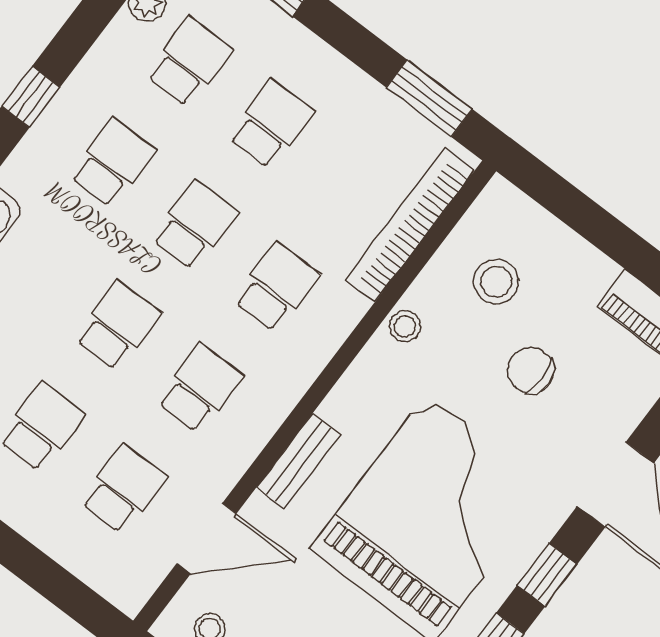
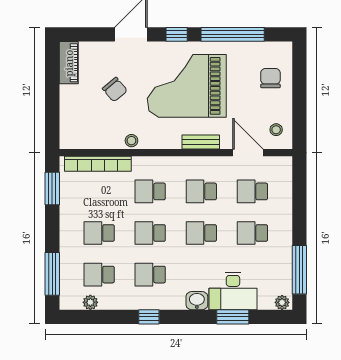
stool: (496, 282) -> (95, 122), removed
chair: (531, 370) -> (115, 90), turned -40

